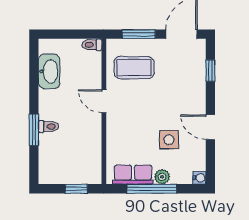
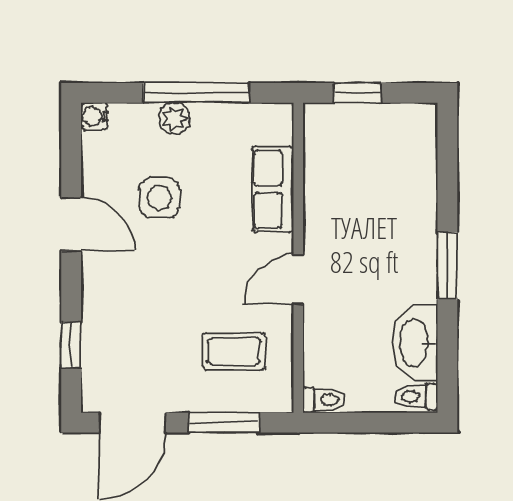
coffee table: (134, 68) -> (234, 351), width x0.73, depth x0.77
door: (104, 101) -> (298, 280), swing flipped
toilet: (48, 126) -> (416, 397), moved
window: (34, 130) -> (447, 266), moved
row of seats: (133, 175) -> (273, 189), moved, turned 90

